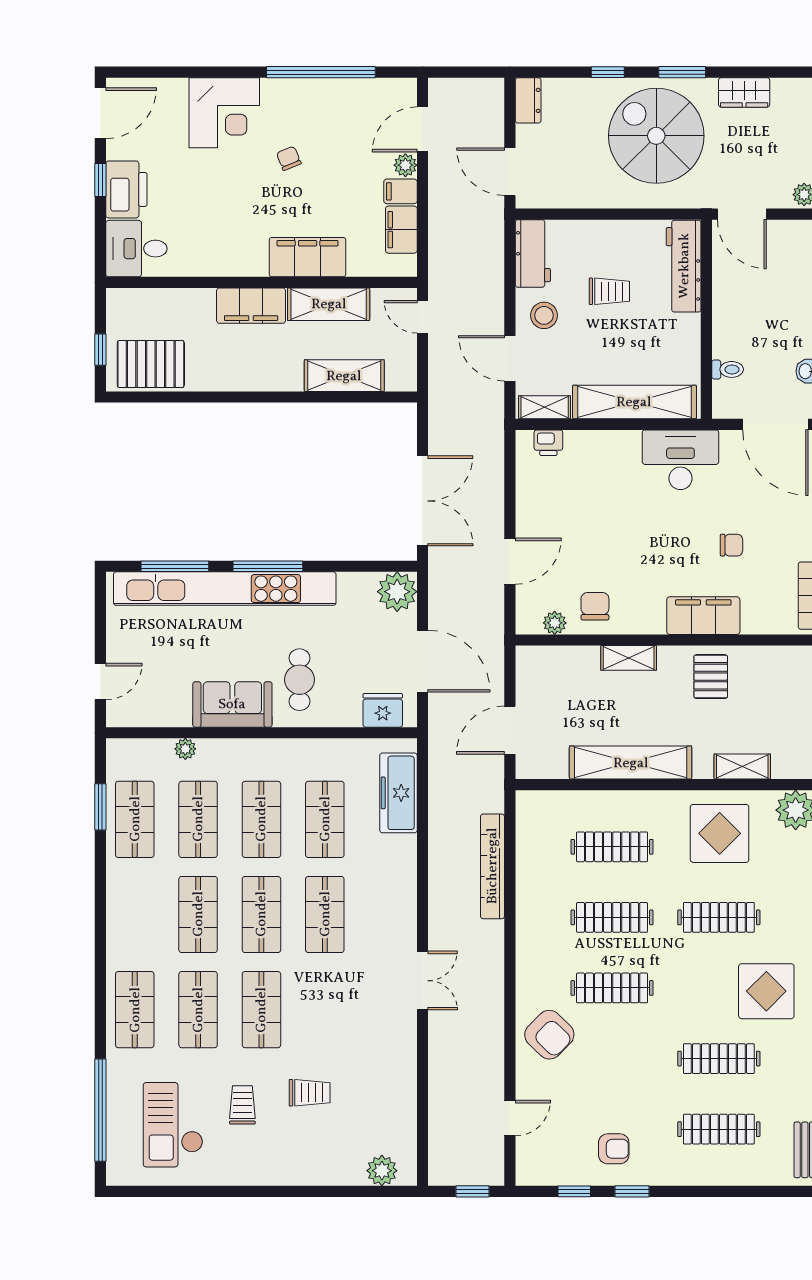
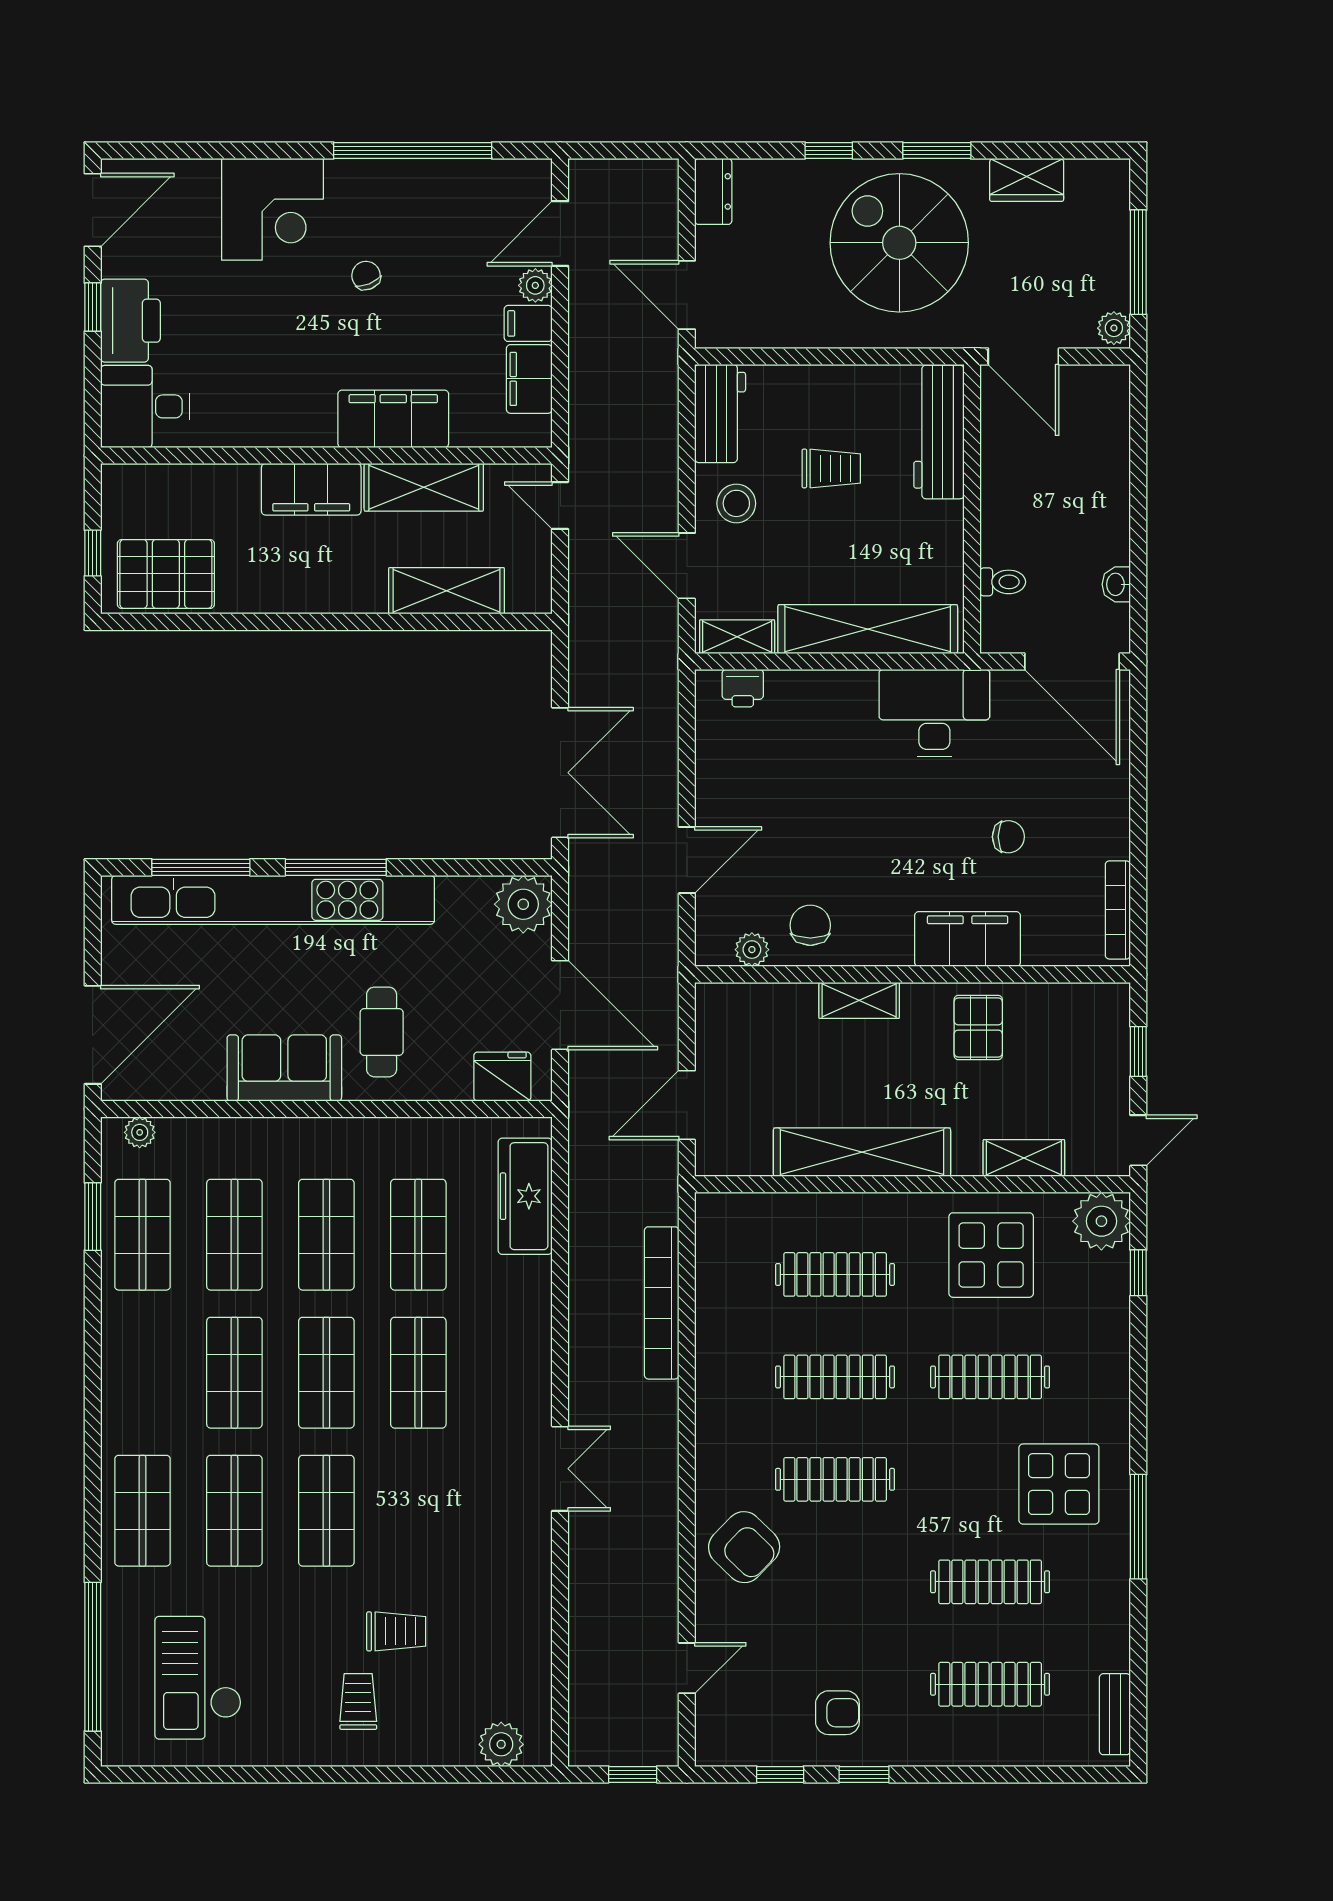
door: (100, 682) -> (93, 1035), width x1.88
plant: (185, 749) -> (140, 1132), moved
trolley: (242, 1105) -> (358, 1701), moved

